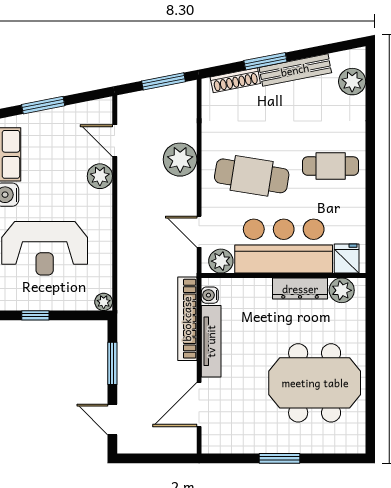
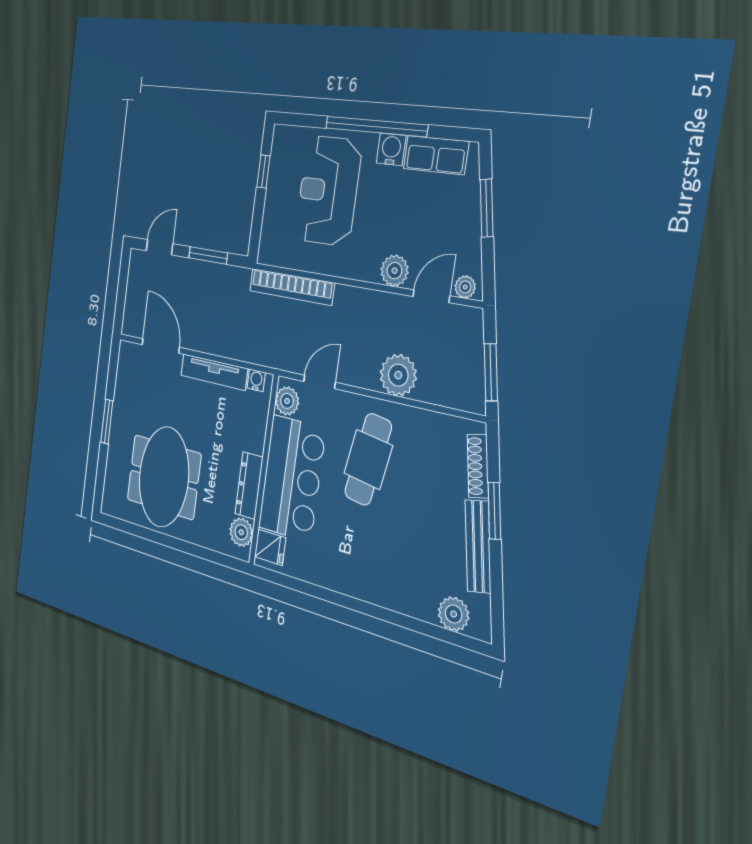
cafe table: (331, 166) -> (365, 558), removed
plant: (104, 302) -> (465, 287), moved
bookcase: (187, 319) -> (291, 287), moved, turned 180

